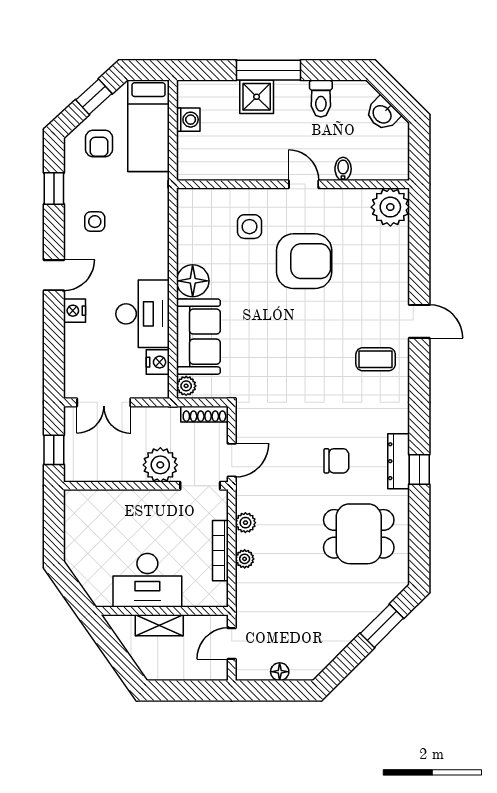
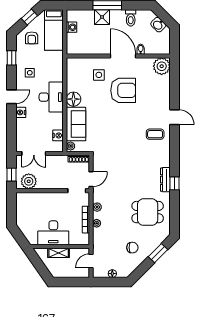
door: (304, 184) -> (123, 56), width x1.88
desk: (143, 314) -> (51, 97), moved
chair: (336, 461) -> (132, 248), moved
plant: (160, 465) -> (29, 181), moved

